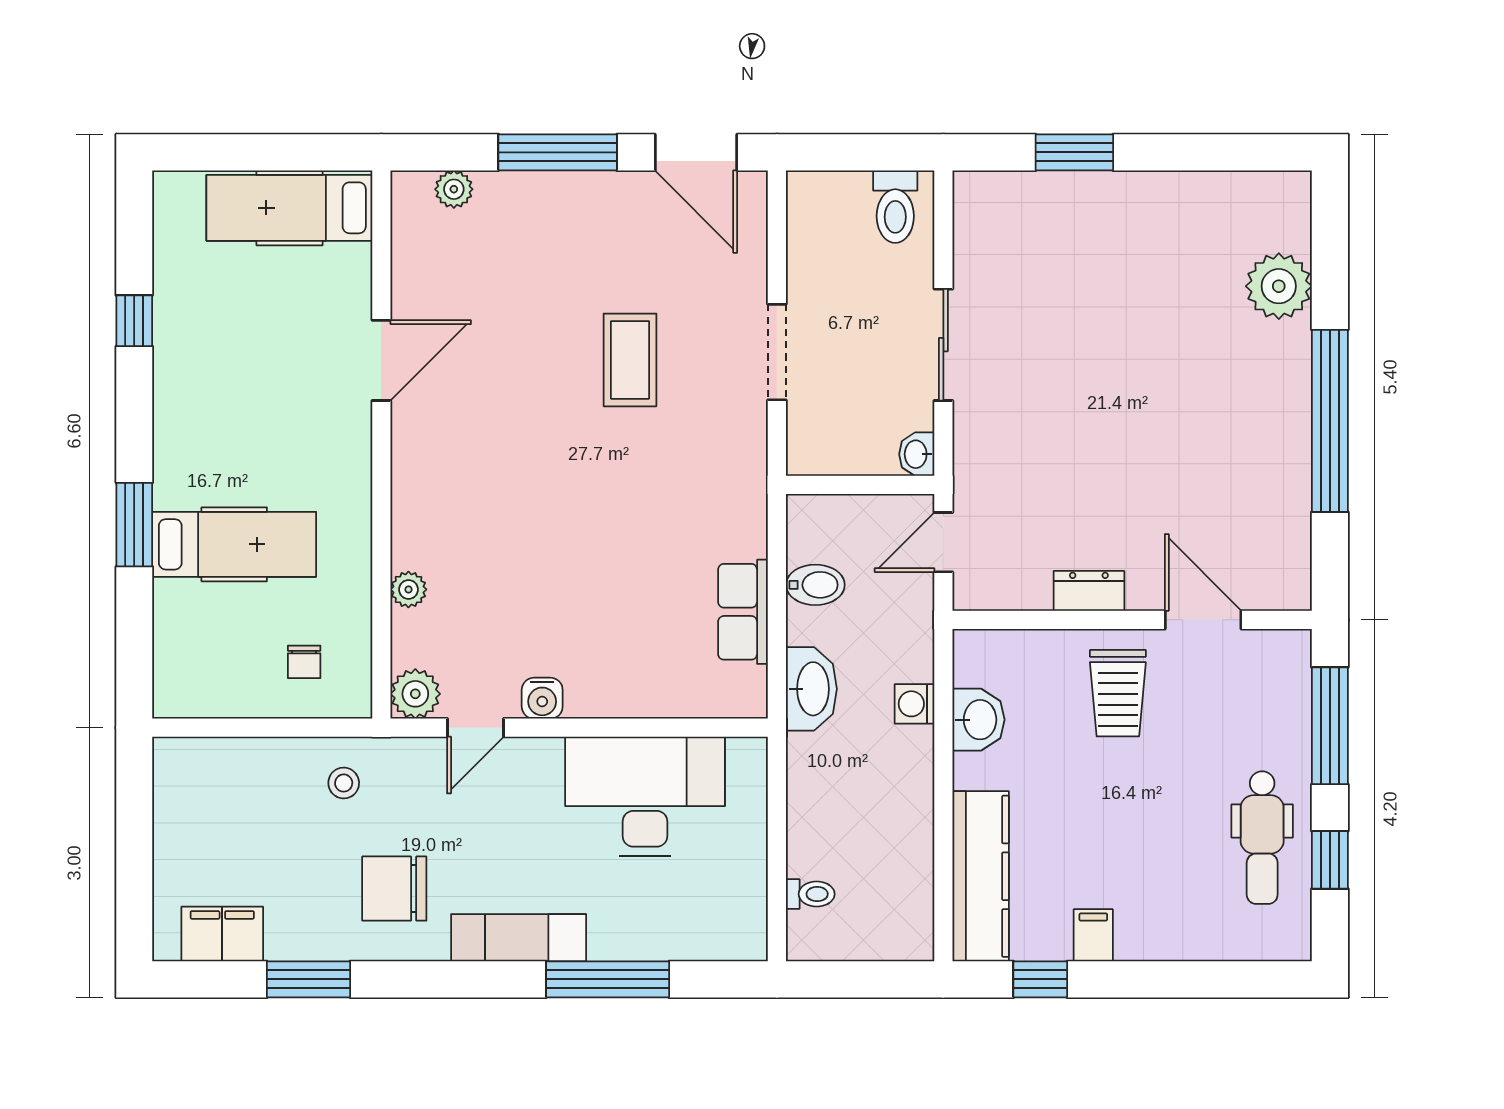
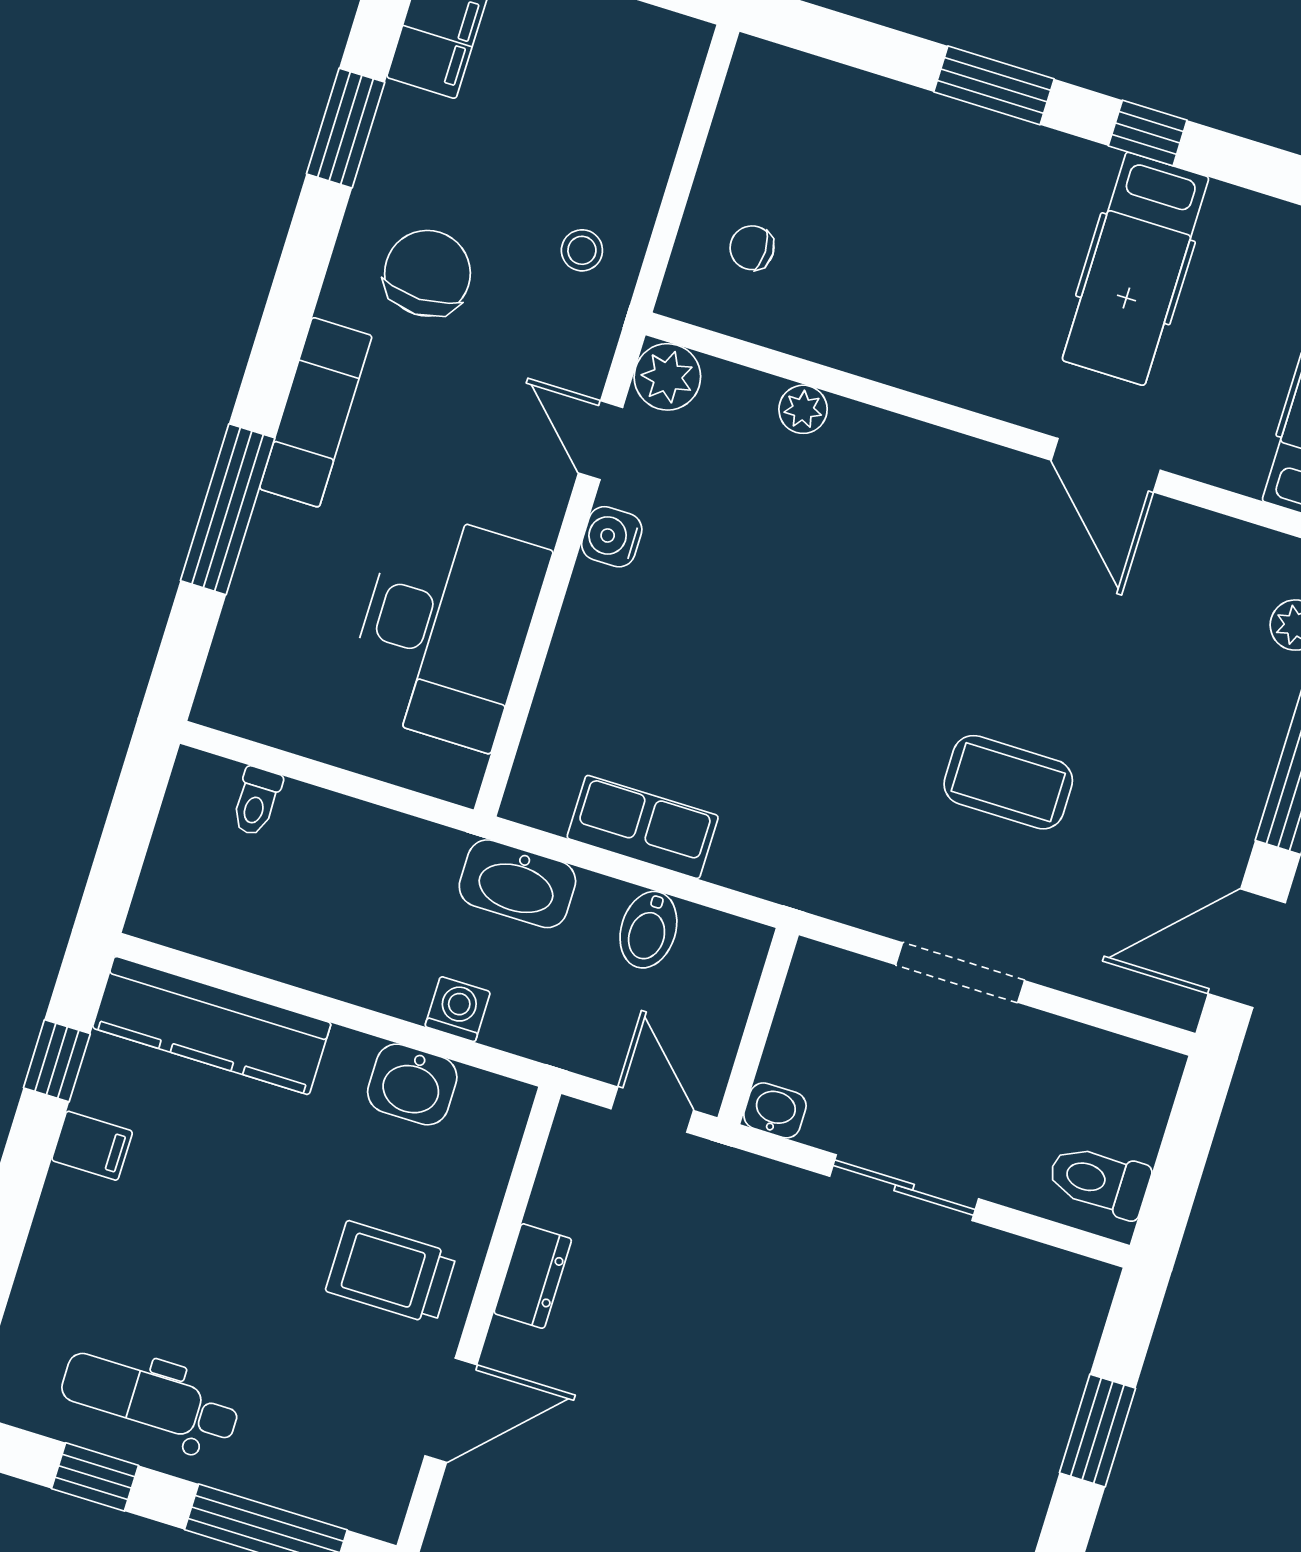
window: (134, 321) -> (1148, 133), moved
hospital bed: (234, 544) -> (1135, 269), moved

